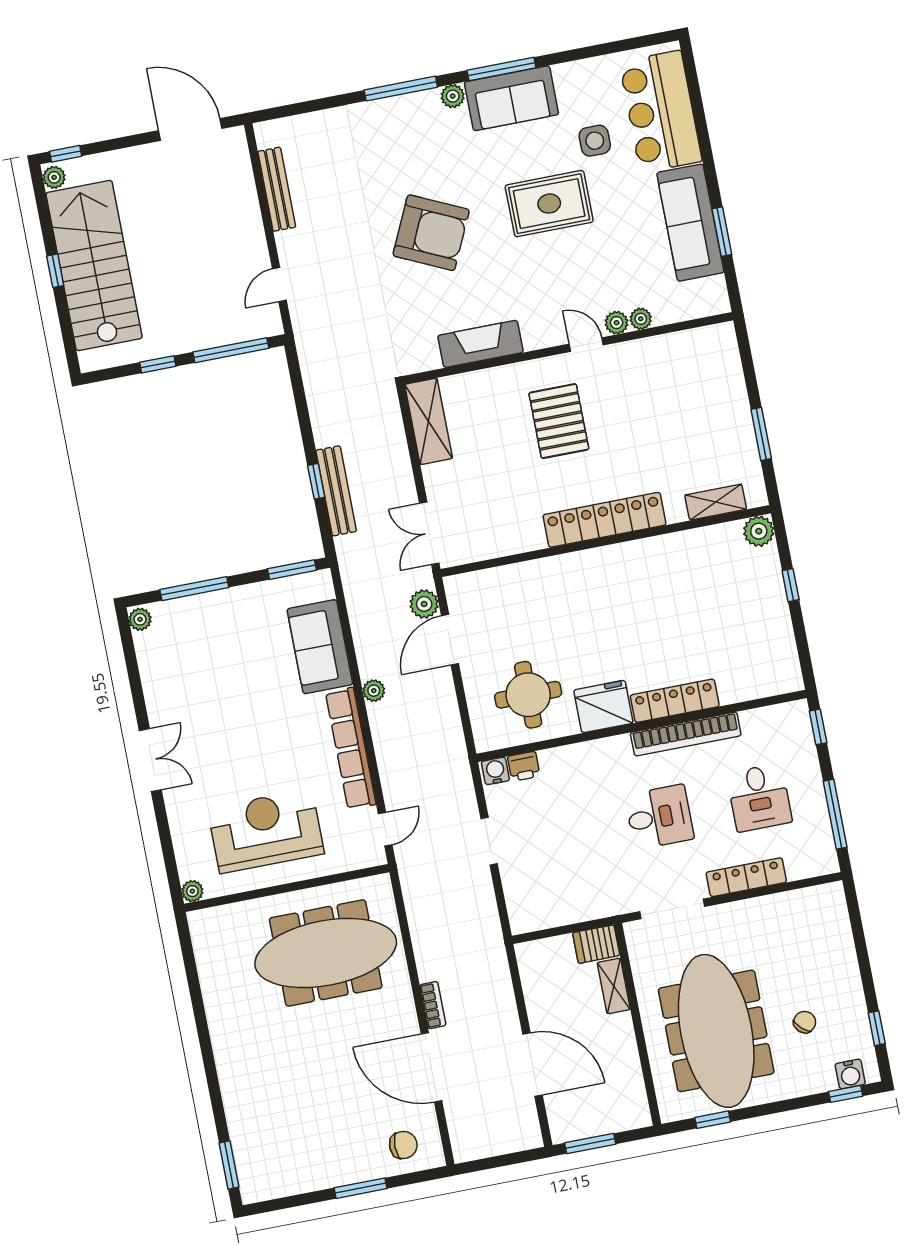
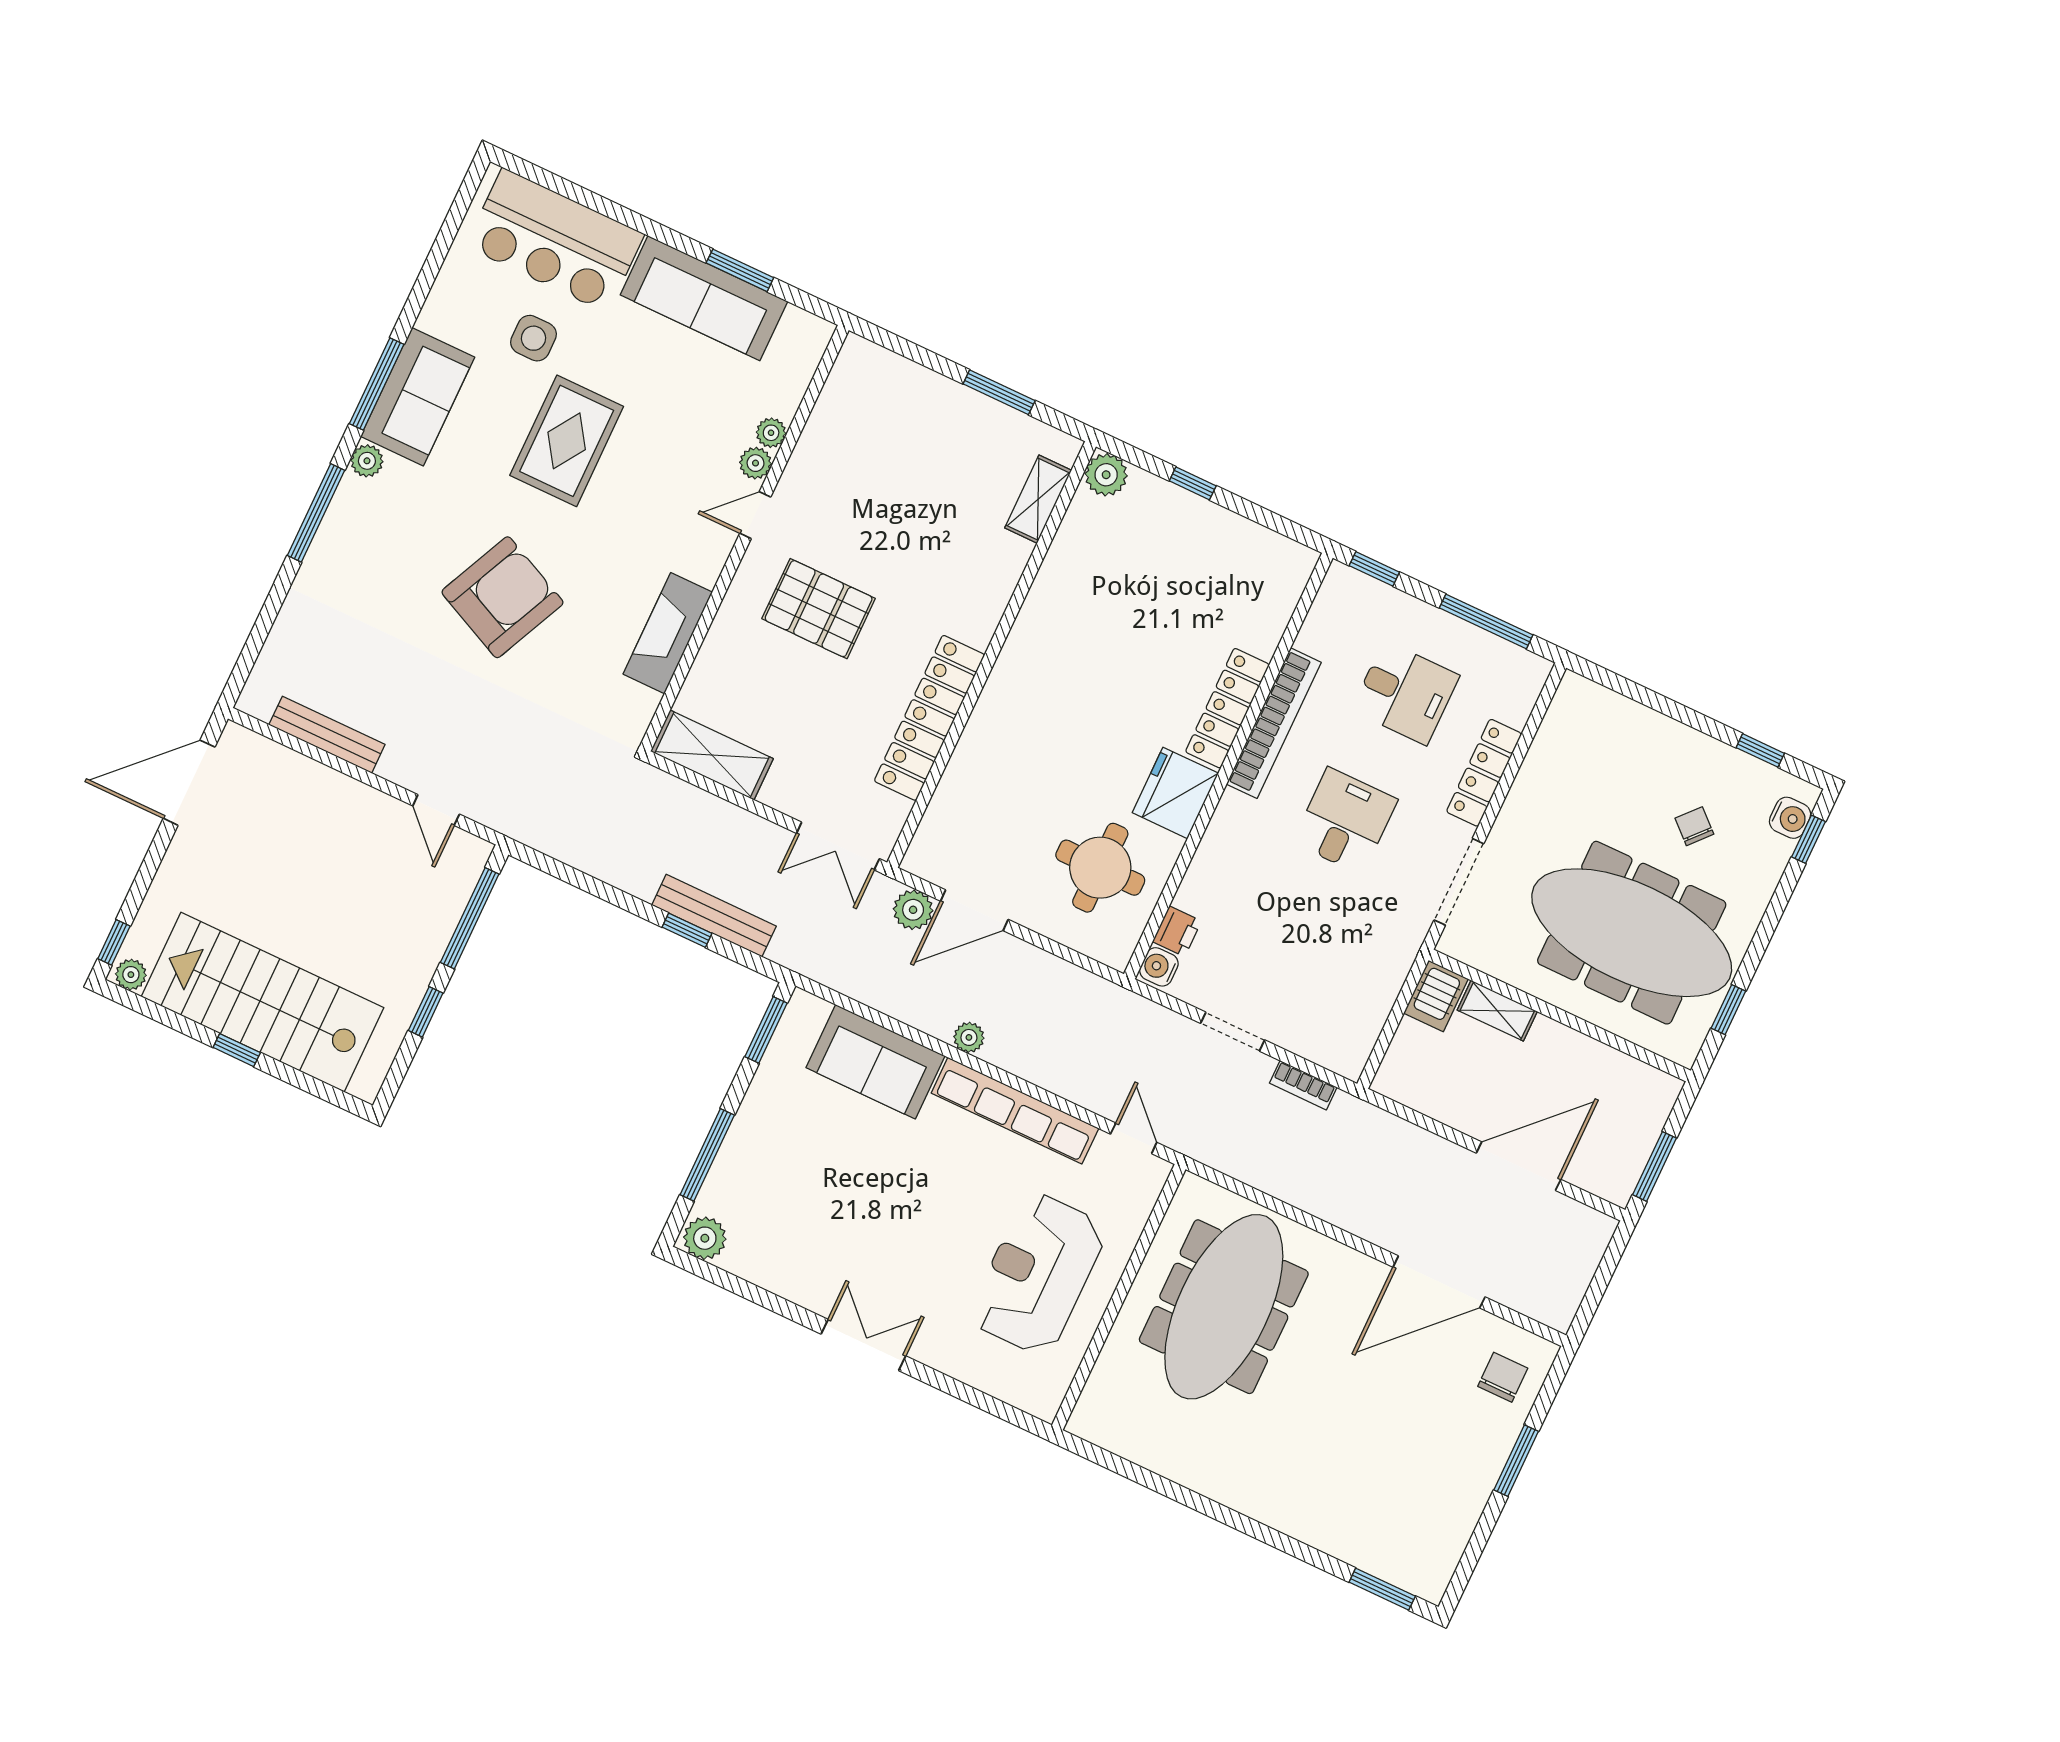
locker: (604, 520) -> (929, 718), moved
plant: (140, 619) -> (705, 1238), width x1.38, depth x1.38
door: (450, 640) -> (974, 910), hinge flipped
plant: (192, 891) -> (1045, 1405), removed
bookcase: (433, 1005) -> (1303, 1085), moved, turned 180

